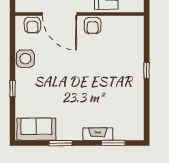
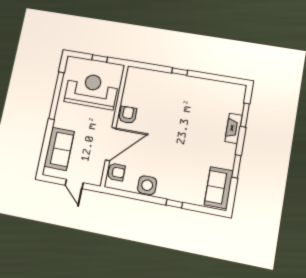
armchair: (93, 26) -> (128, 115), turned -90

